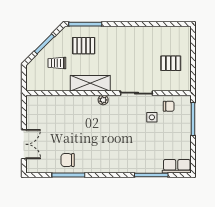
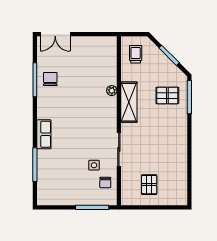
pallet: (84, 46) -> (167, 95), turned 90
trolley: (57, 63) -> (136, 54), moved
plant: (103, 100) -> (112, 91), moved
double door: (24, 144) -> (55, 34), moved
row of seats: (177, 166) -> (44, 134), moved

